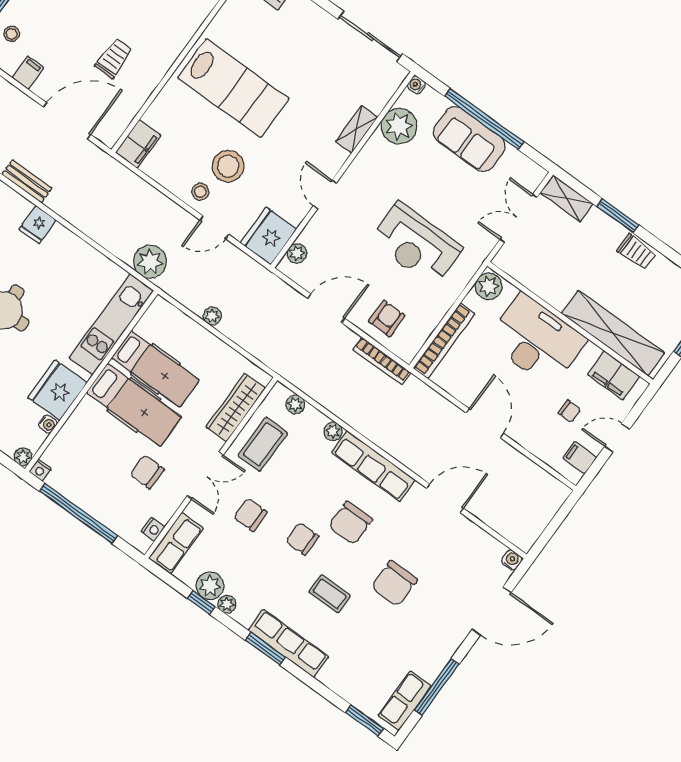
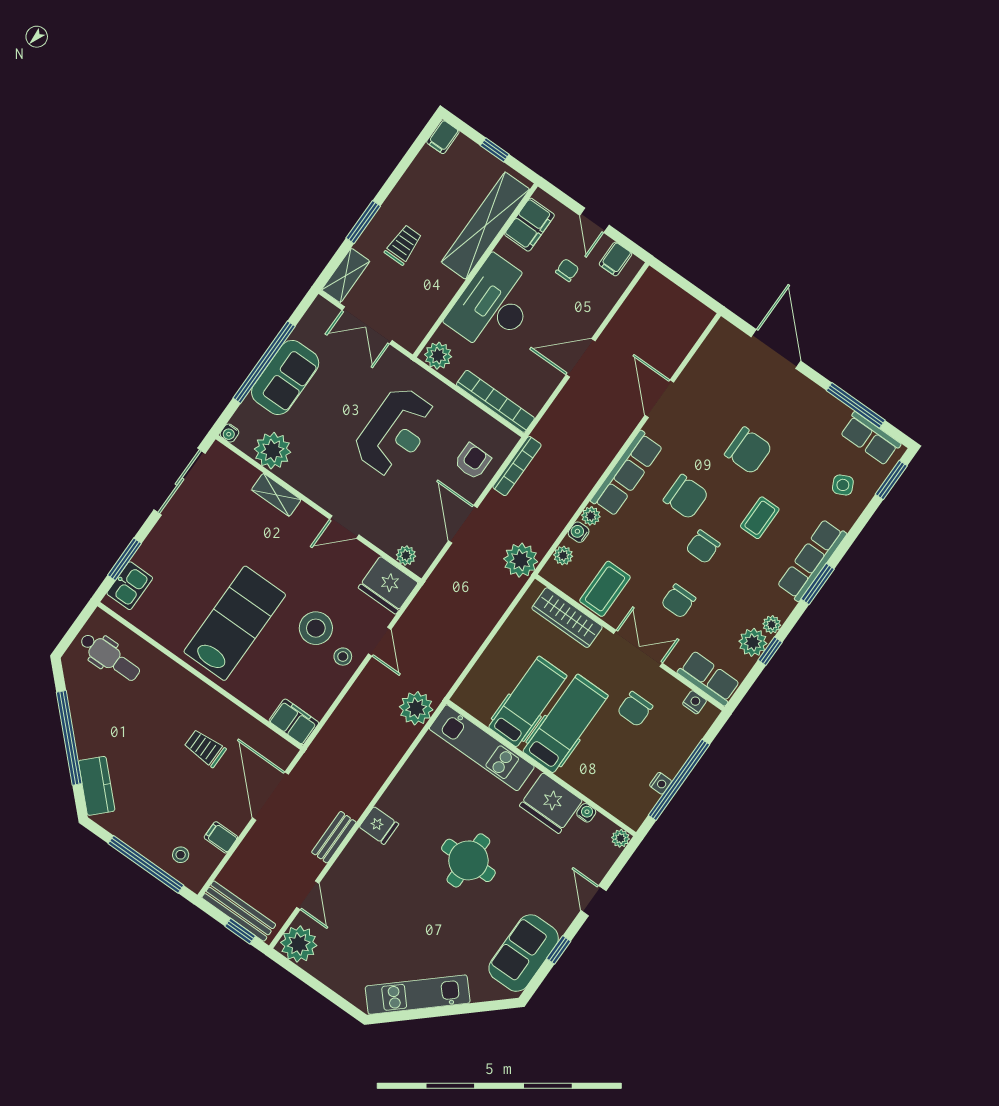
trolley: (637, 252) -> (403, 245), moved
plant: (212, 316) -> (521, 560), moved, width x1.87, depth x1.87
armchair: (387, 318) -> (473, 461), turned 90
coffee table: (263, 444) -> (605, 589), turned 90
nightstand: (40, 470) -> (661, 783), moved
water cooler: (512, 560) -> (579, 532), moved
side table: (360, 674) -> (843, 485), added

